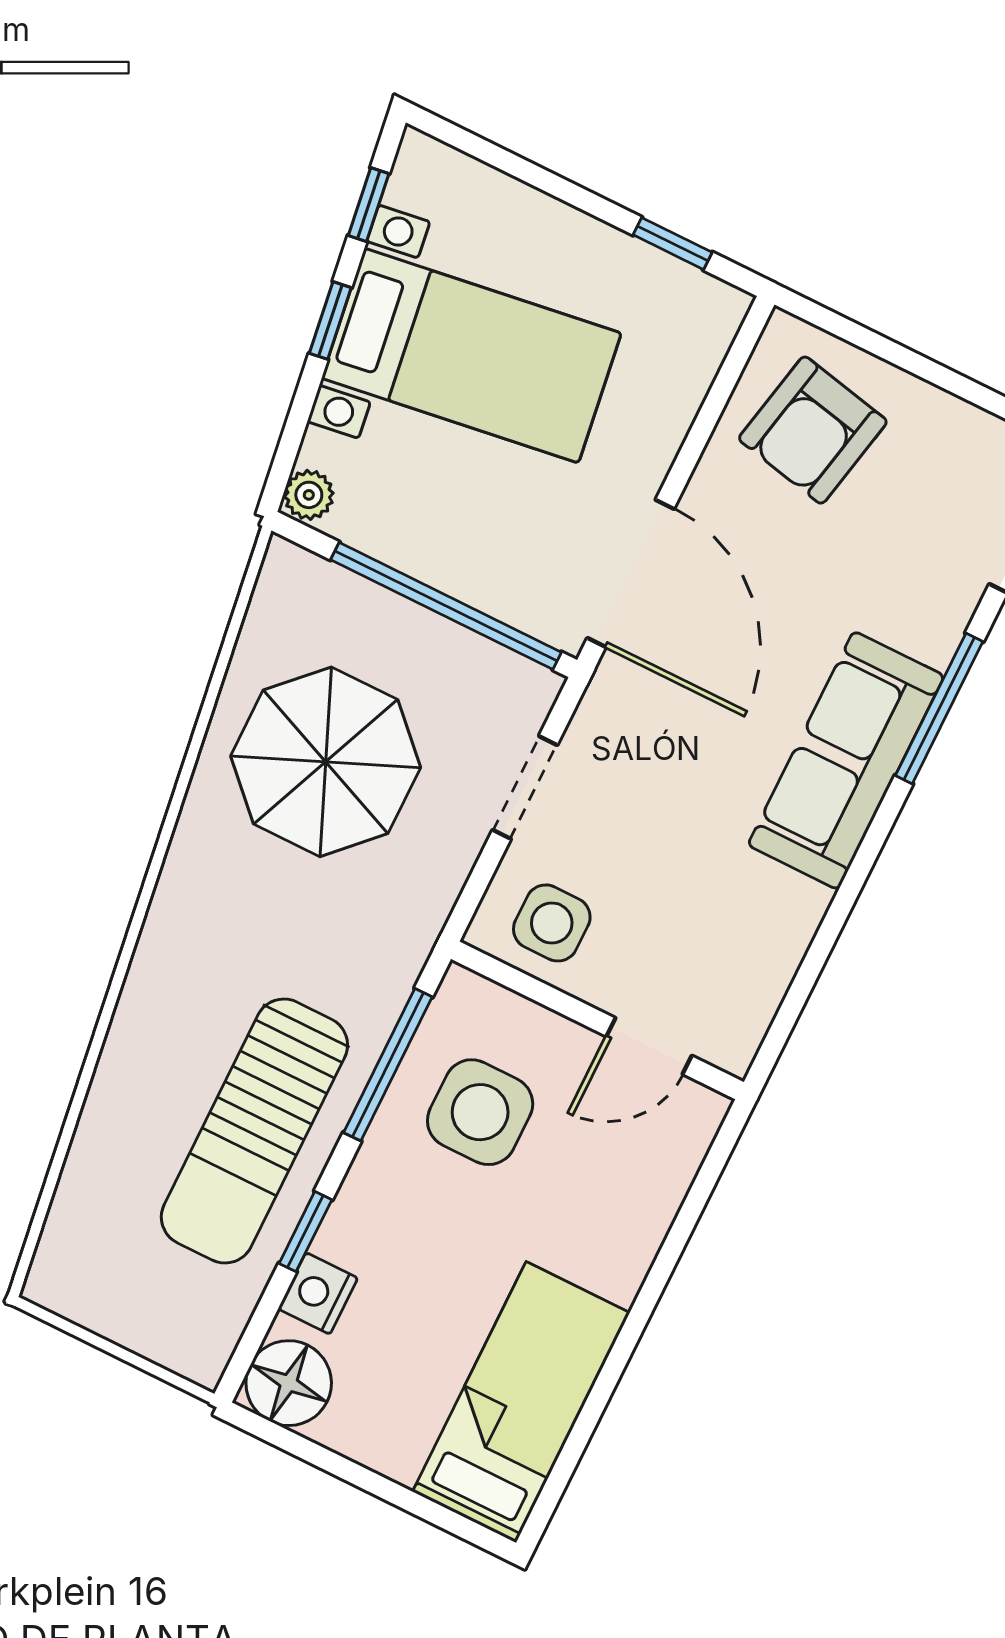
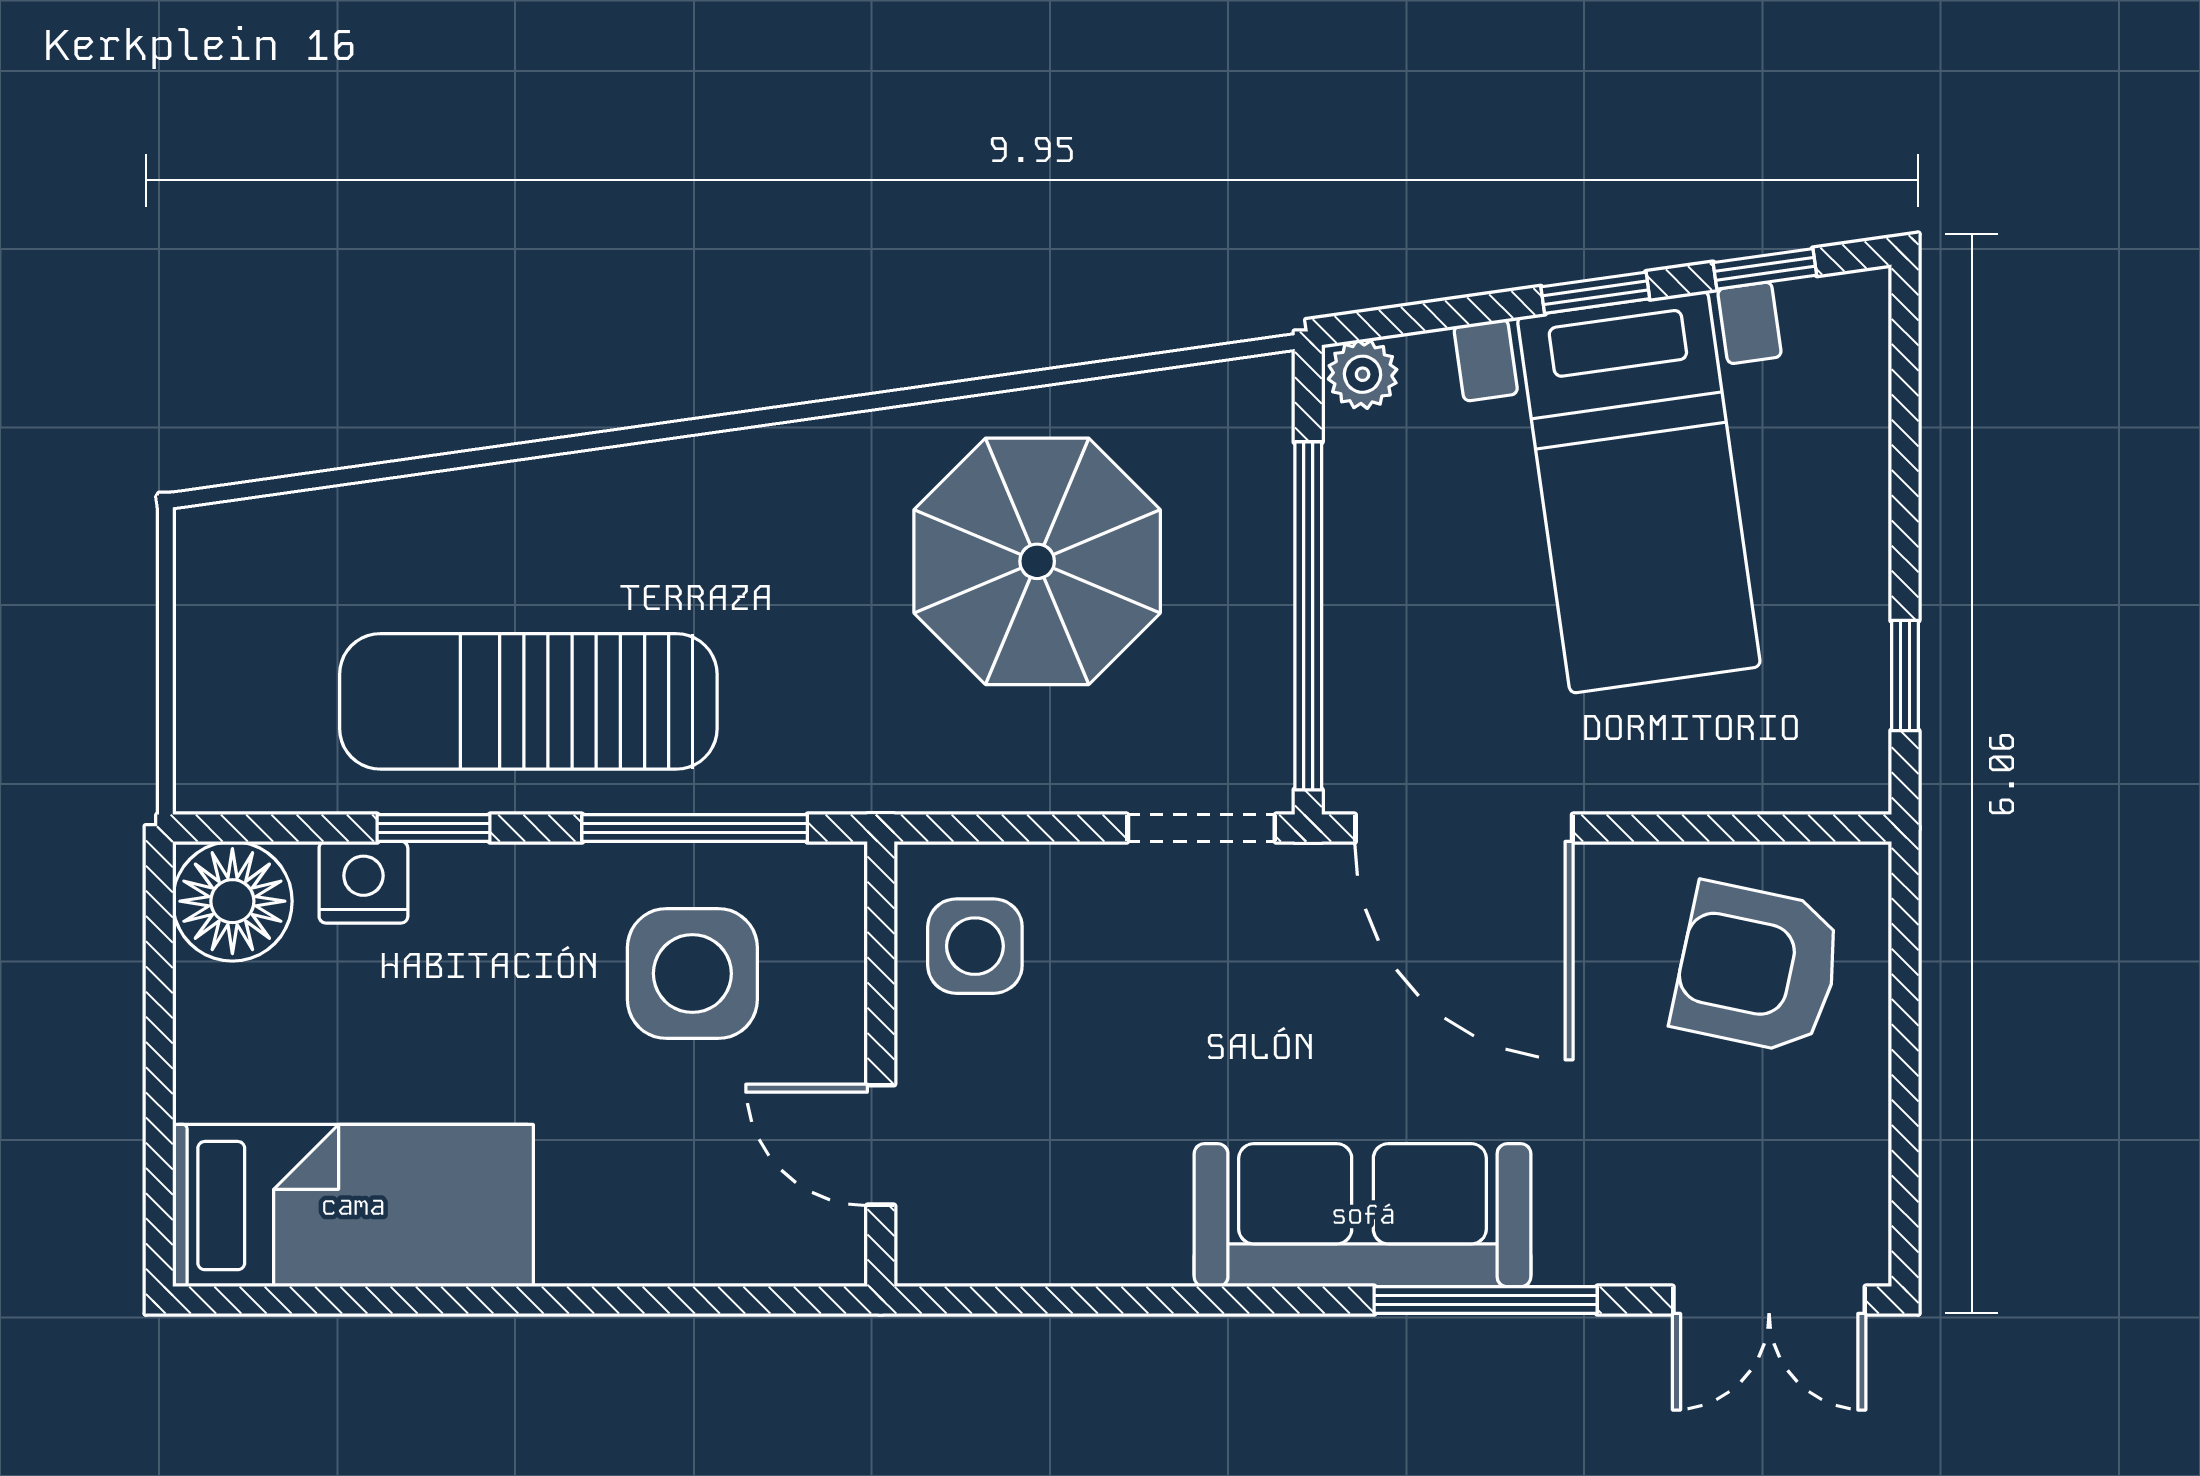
door: (631, 573) -> (1464, 828), hinge flipped
doorway: (525, 787) -> (1201, 828), moved

